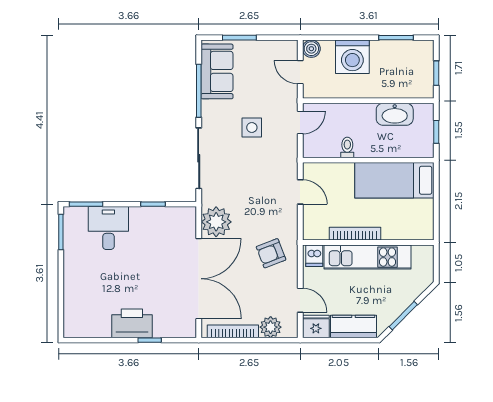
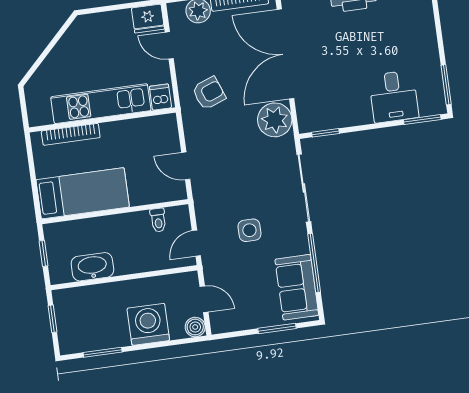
toilet: (347, 147) -> (158, 220), moved
window: (153, 204) -> (326, 133), moved
bookcase: (355, 234) -> (71, 134), moved
window: (403, 316) -> (52, 44), removed
kitchen counter: (353, 326) -> (106, 24), removed

